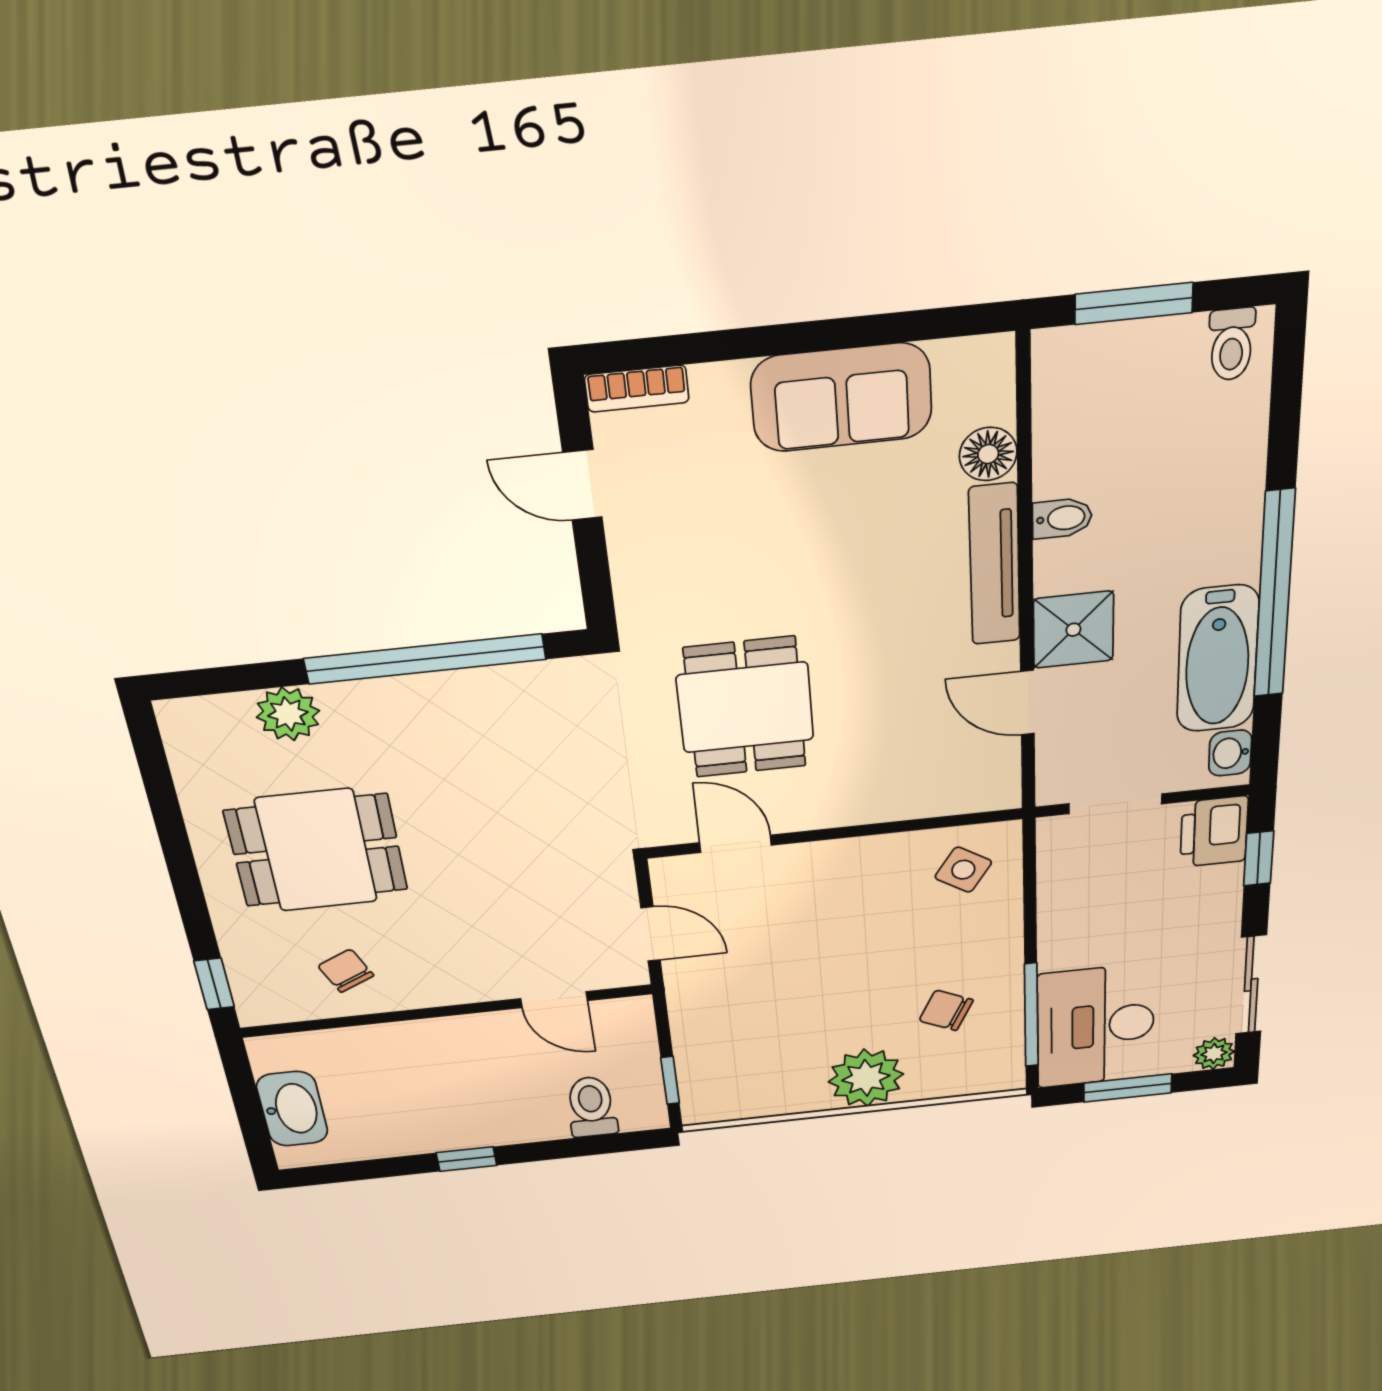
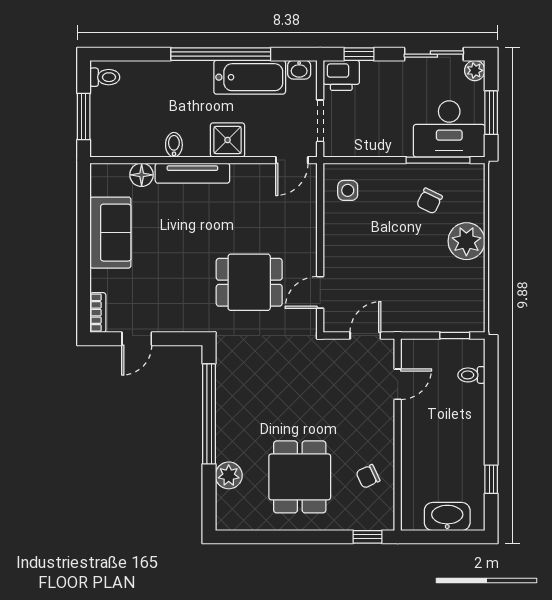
door: (1027, 703) -> (292, 160), moved
side table: (963, 870) -> (348, 190), turned -33
toilet: (591, 1107) -> (471, 375), width x0.73, depth x0.72
window: (467, 1159) -> (491, 479), moved

